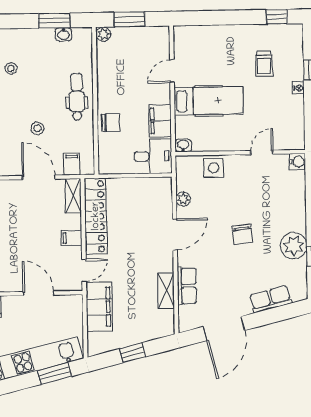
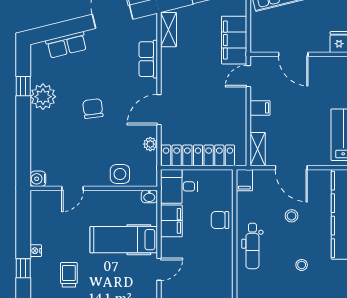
stool: (11, 68) -> (302, 265), moved
filing cabinet: (72, 164) -> (244, 180), moved
locker: (96, 216) -> (198, 155), moved, turned 90
shelving: (166, 291) -> (168, 30), moved

